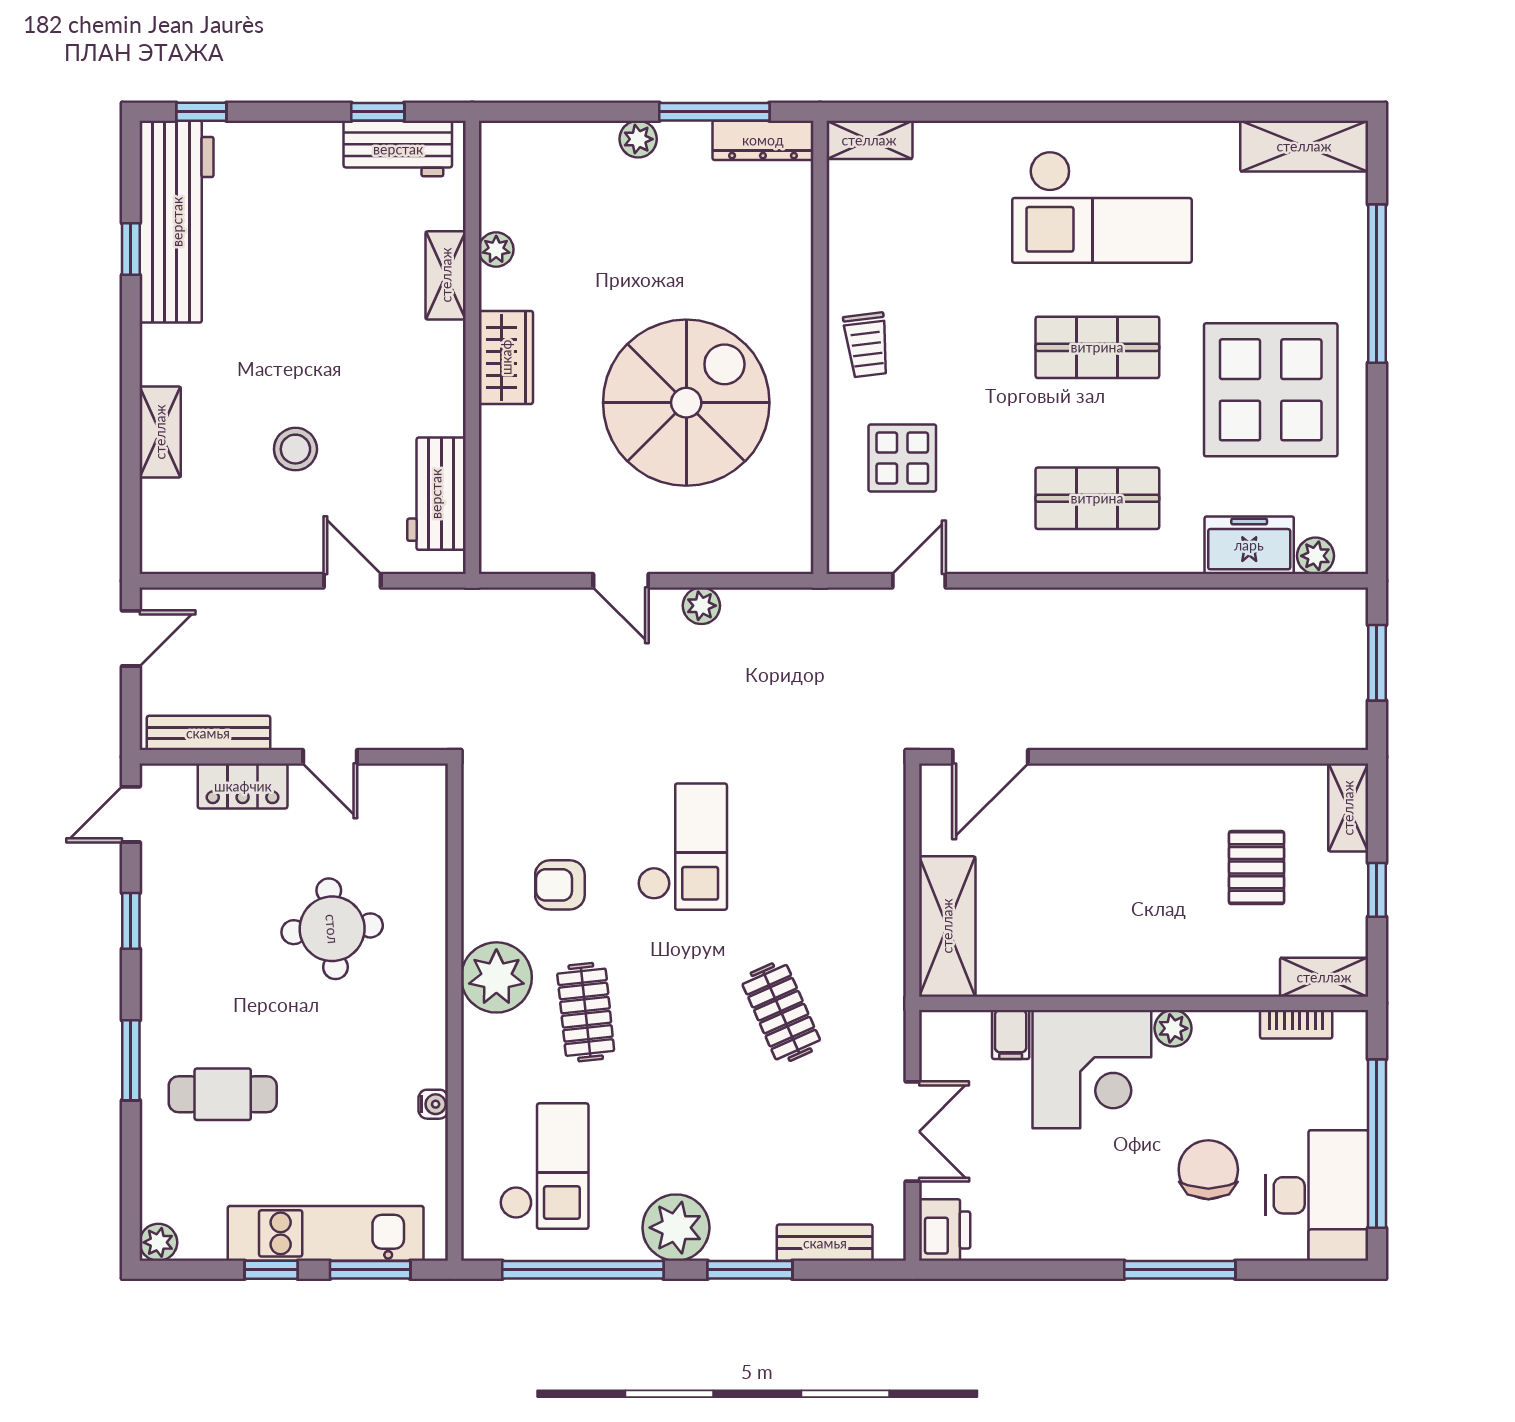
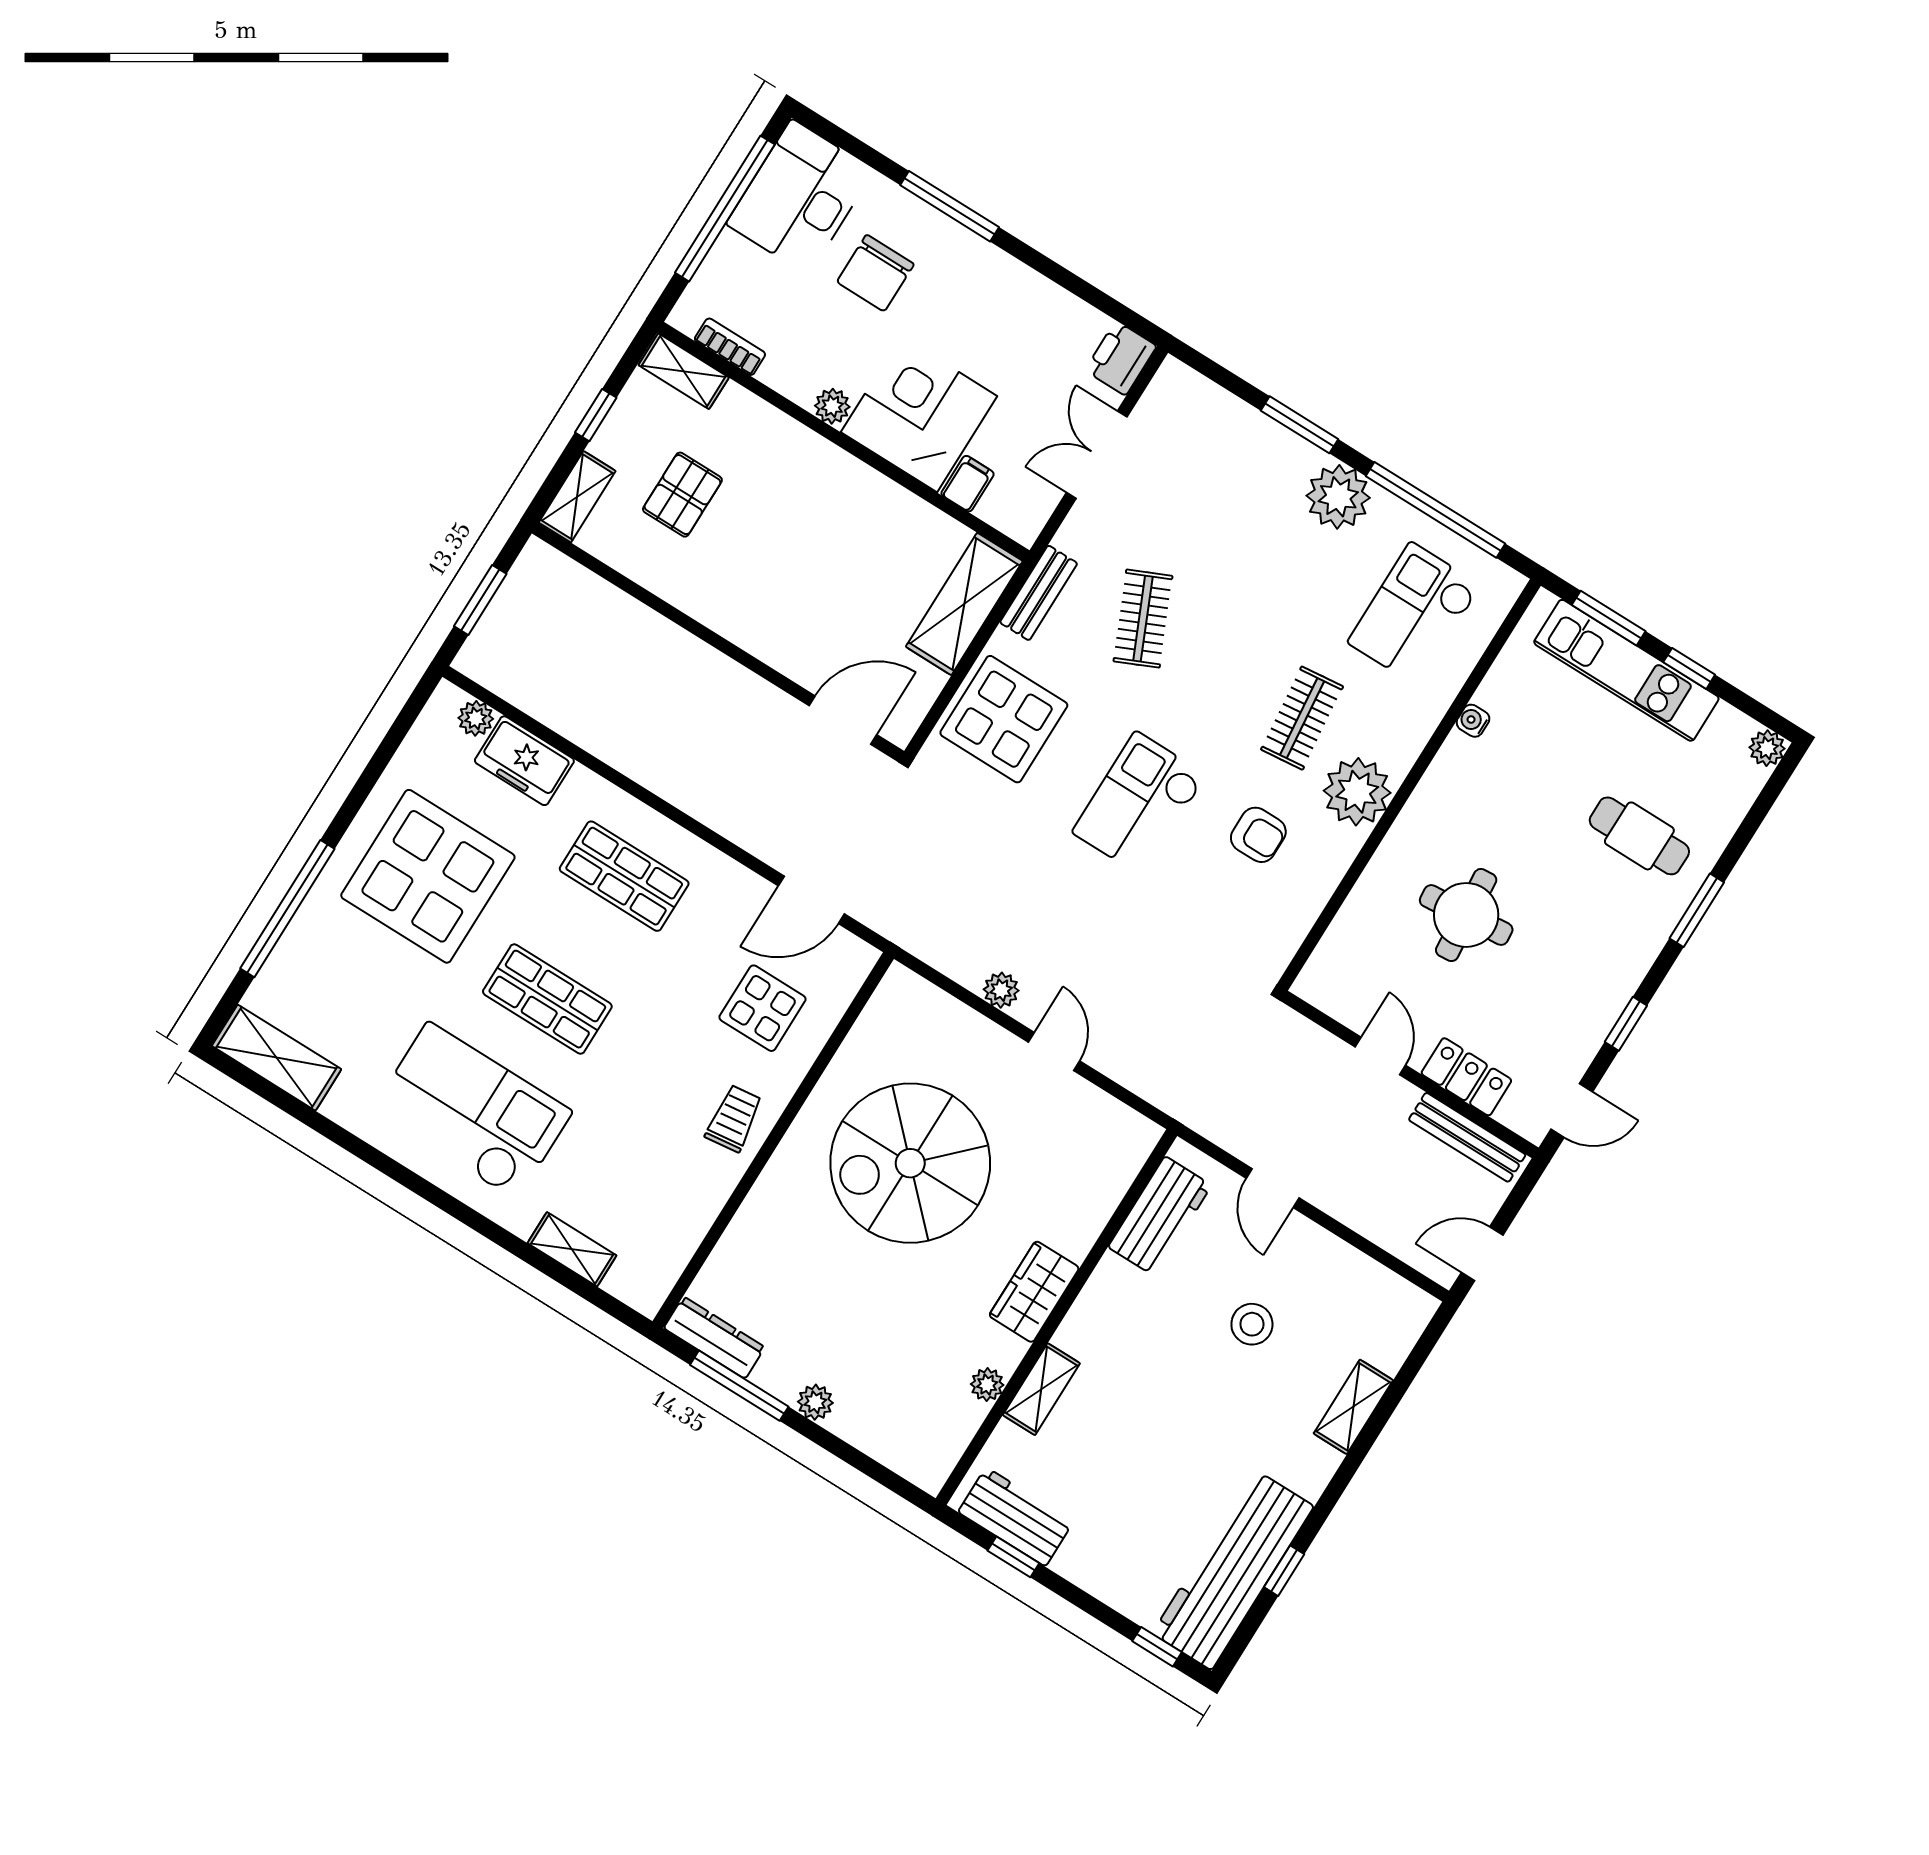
shelving: (869, 140) -> (572, 1249), moved
door: (919, 581) -> (811, 900), width x1.38
display table: (849, 847) -> (1004, 719), added
bench: (825, 1243) -> (1039, 593), moved, turned 90

